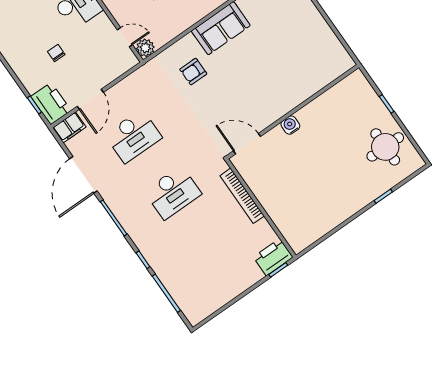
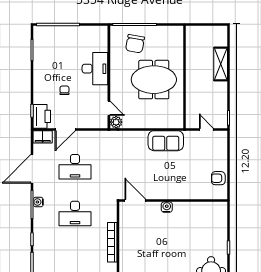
armchair: (193, 72) -> (218, 178), moved
wall: (293, 112) -> (173, 201), moved
water cooler: (290, 125) -> (167, 207), moved
door: (247, 144) -> (135, 201), moved
water cooler: (119, 210) -> (38, 202), added

